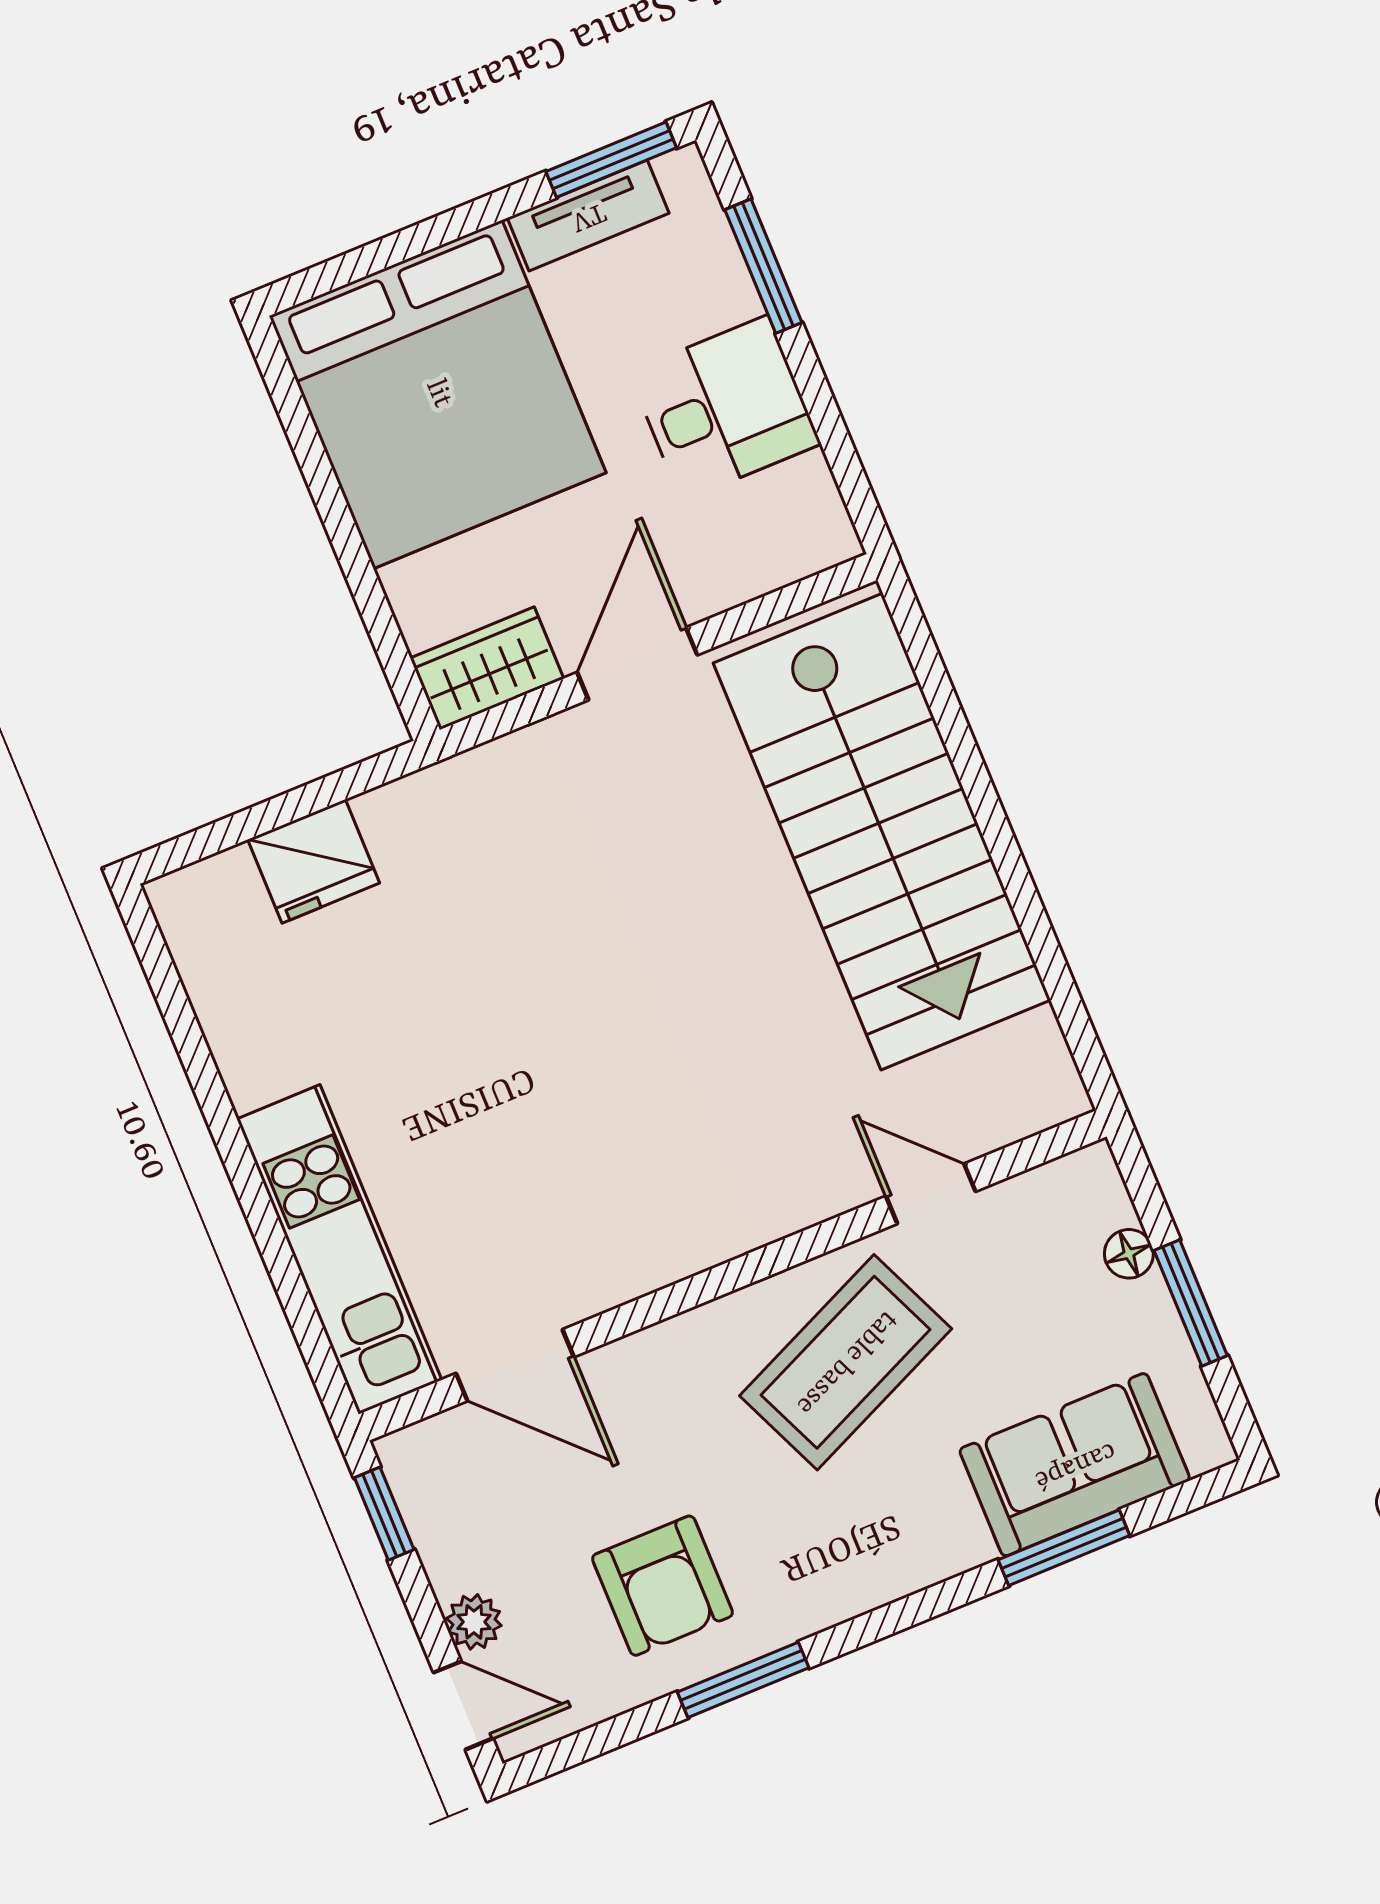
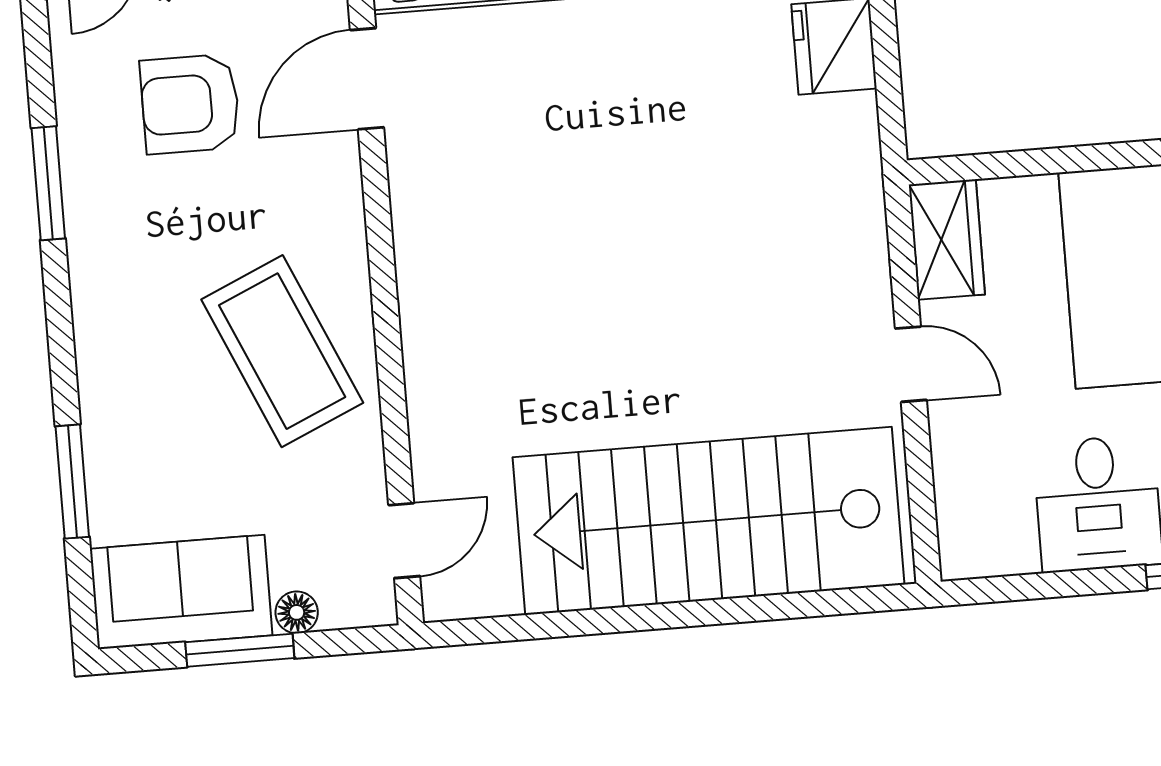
door: (637, 664) -> (911, 364), width x0.73
door: (931, 1194) -> (404, 541), moved
sofa: (1075, 1465) -> (181, 592), moved, turned -90
armchair: (662, 1586) -> (190, 104), moved

